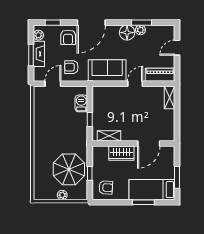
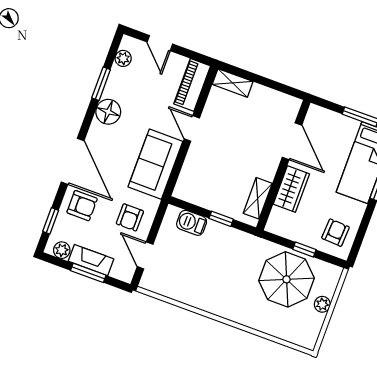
plant: (140, 30) -> (123, 58), moved

